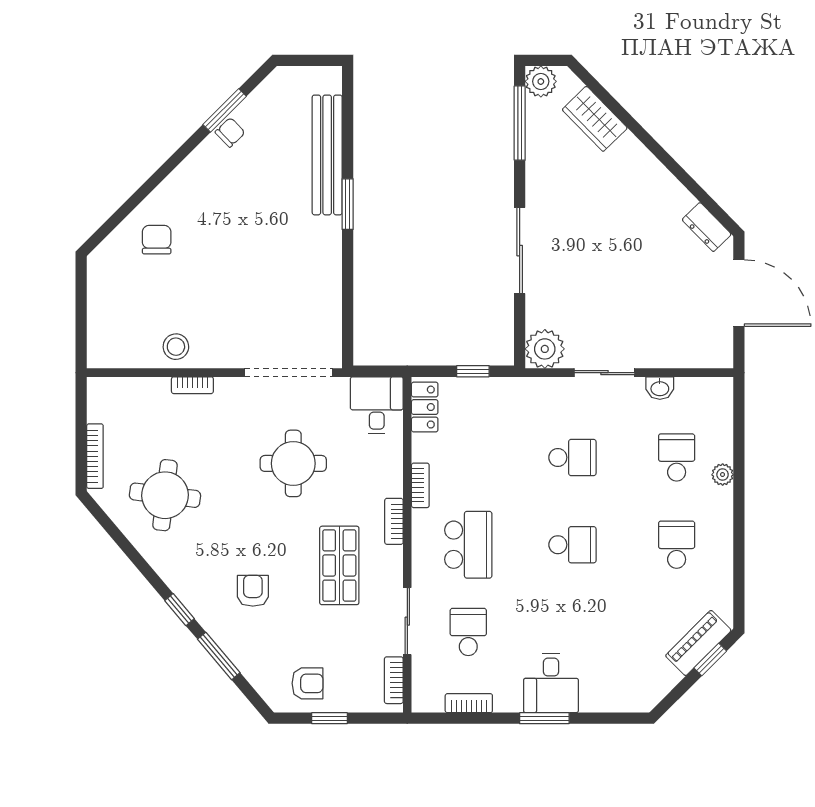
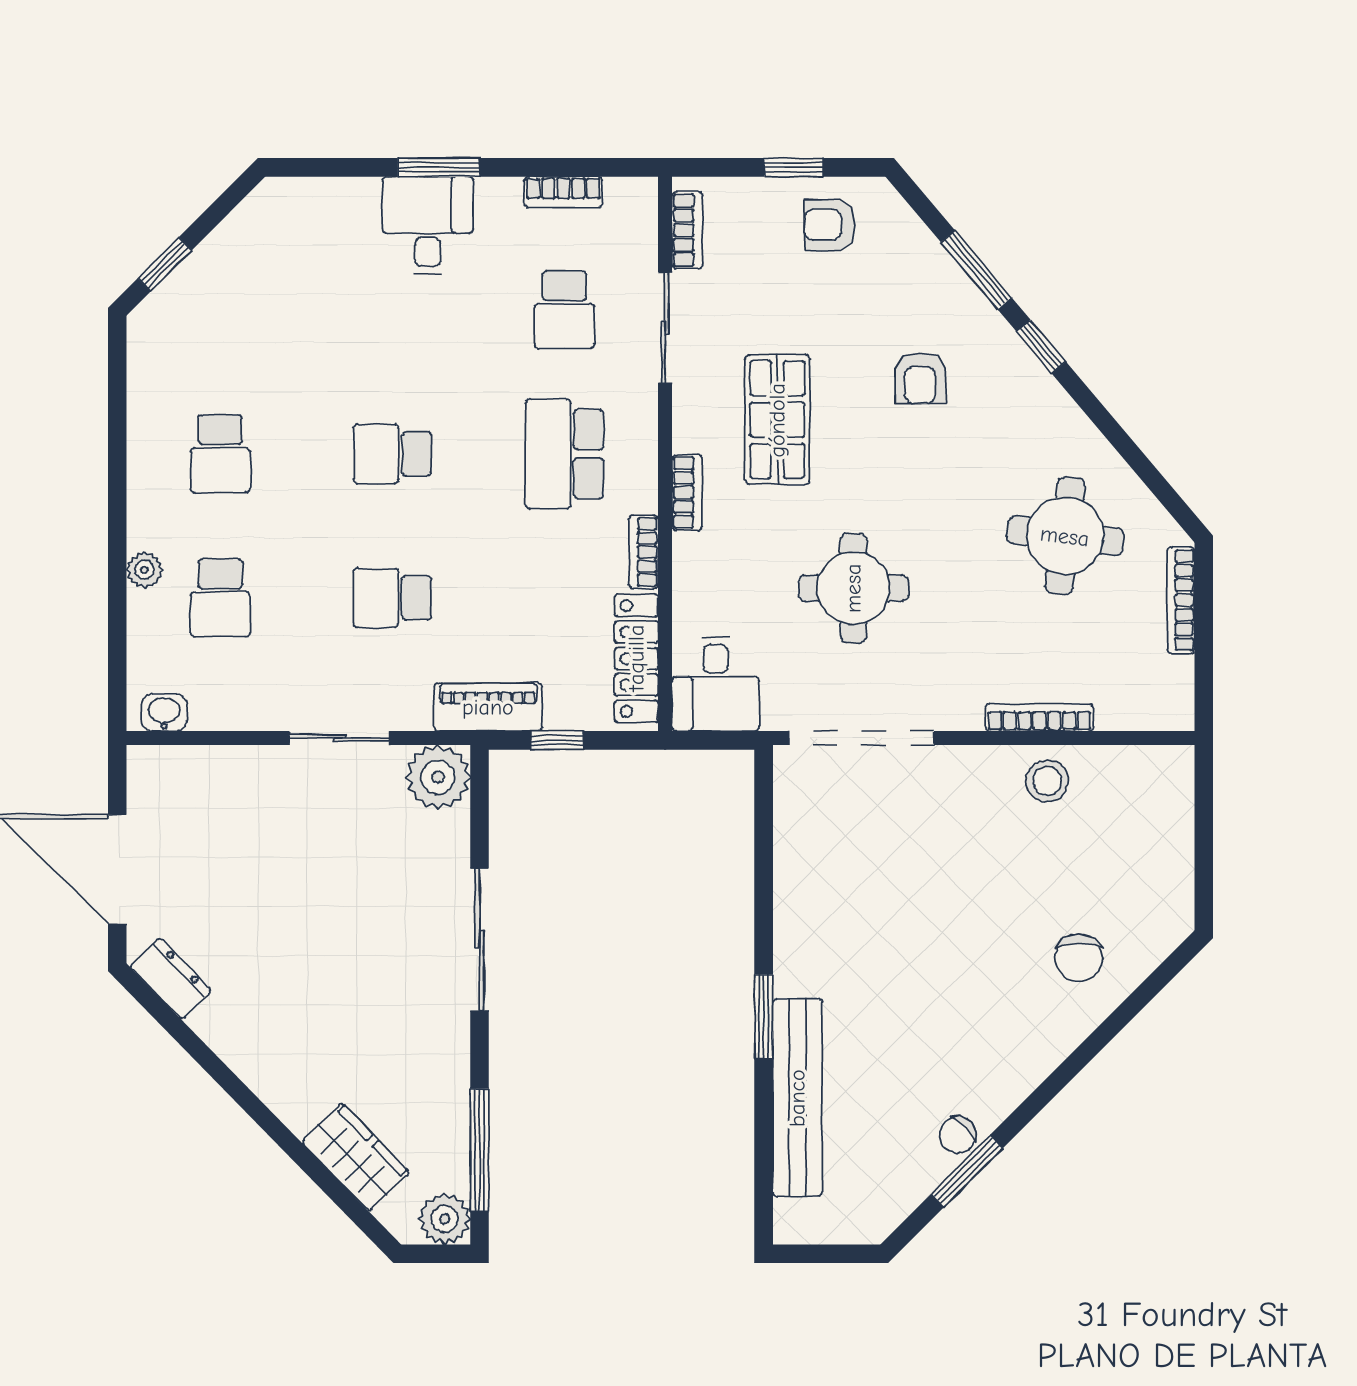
bookcase: (192, 385) -> (1039, 717), width x1.56
washbasin: (660, 388) -> (164, 713), moved
locker: (425, 407) -> (636, 658), width x1.53
piano: (698, 643) -> (488, 707), moved, turned -135

